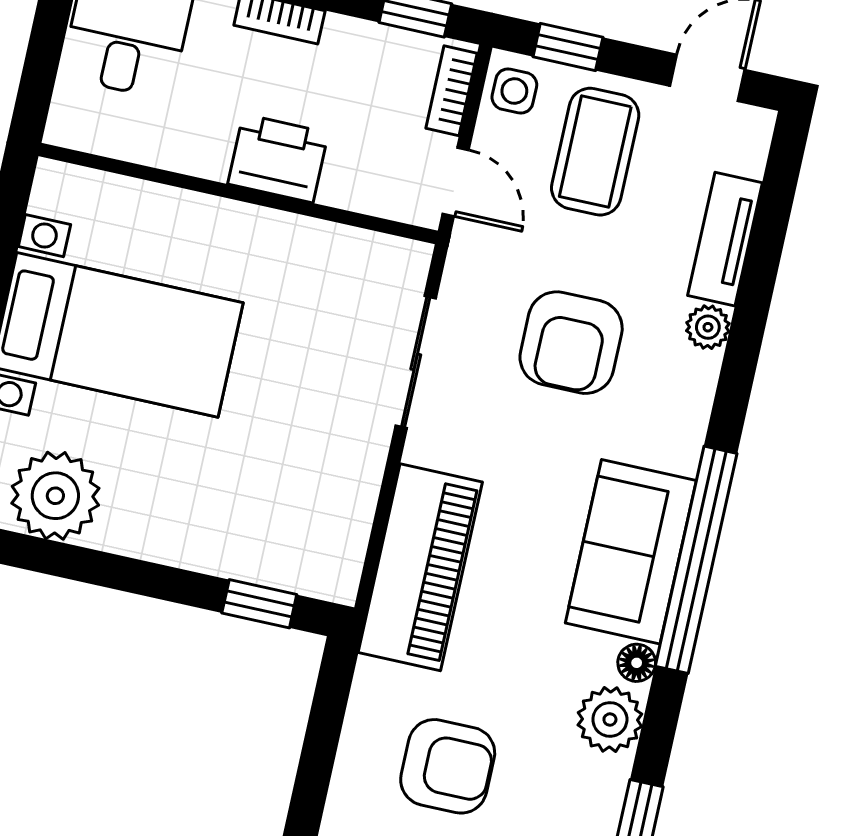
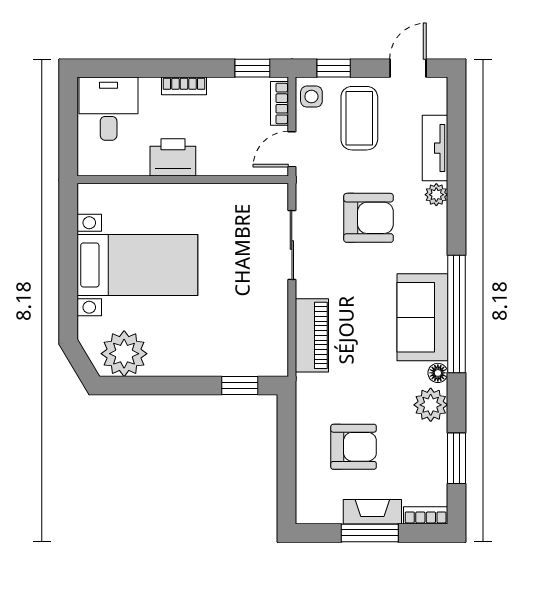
printer: (278, 158) -> (173, 157), moved
door: (456, 182) -> (292, 149), swing flipped
armchair: (571, 343) -> (369, 218), turned -90
piano: (420, 567) -> (312, 335), width x0.73, depth x0.75

